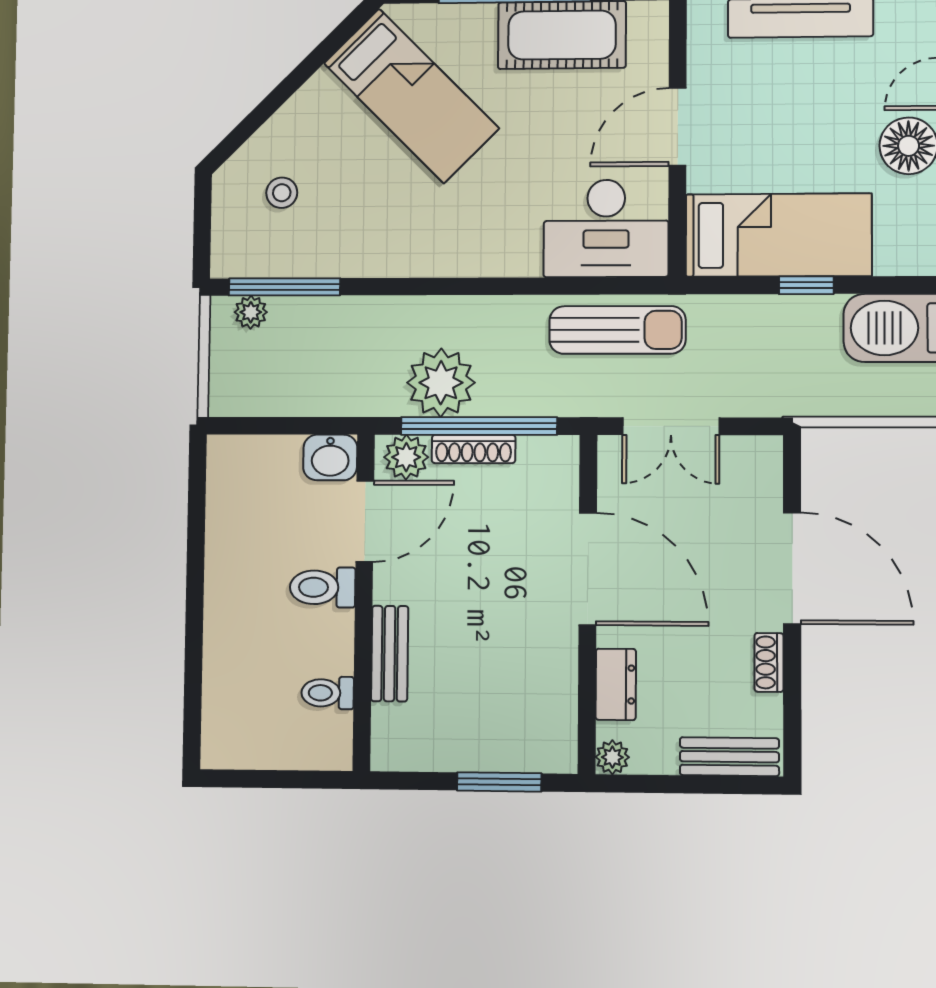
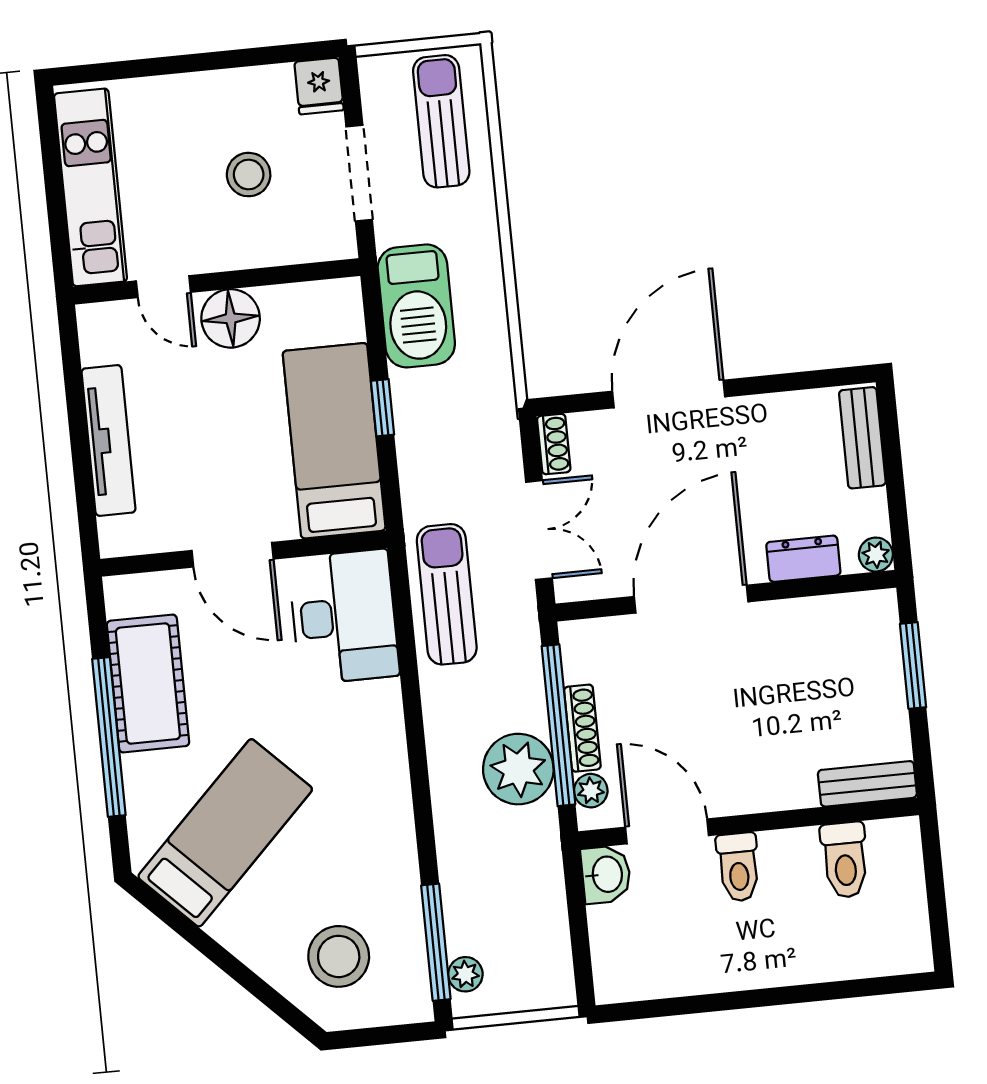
stool: (282, 193) -> (339, 956), width x1.89, depth x1.89
plant: (406, 457) -> (591, 791), width x0.73, depth x0.73
bench: (390, 654) -> (867, 784), moved
shoe rack: (769, 662) -> (554, 444), moved, turned -90
toilet: (328, 693) -> (845, 860), width x1.37, depth x1.39

